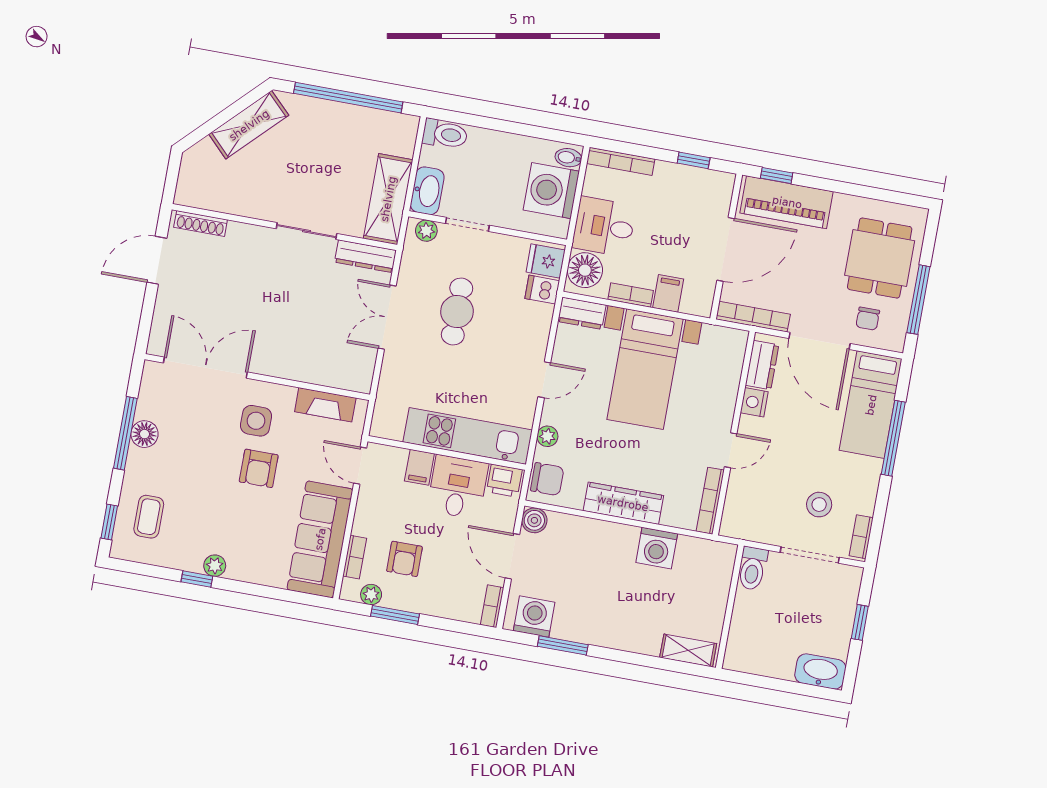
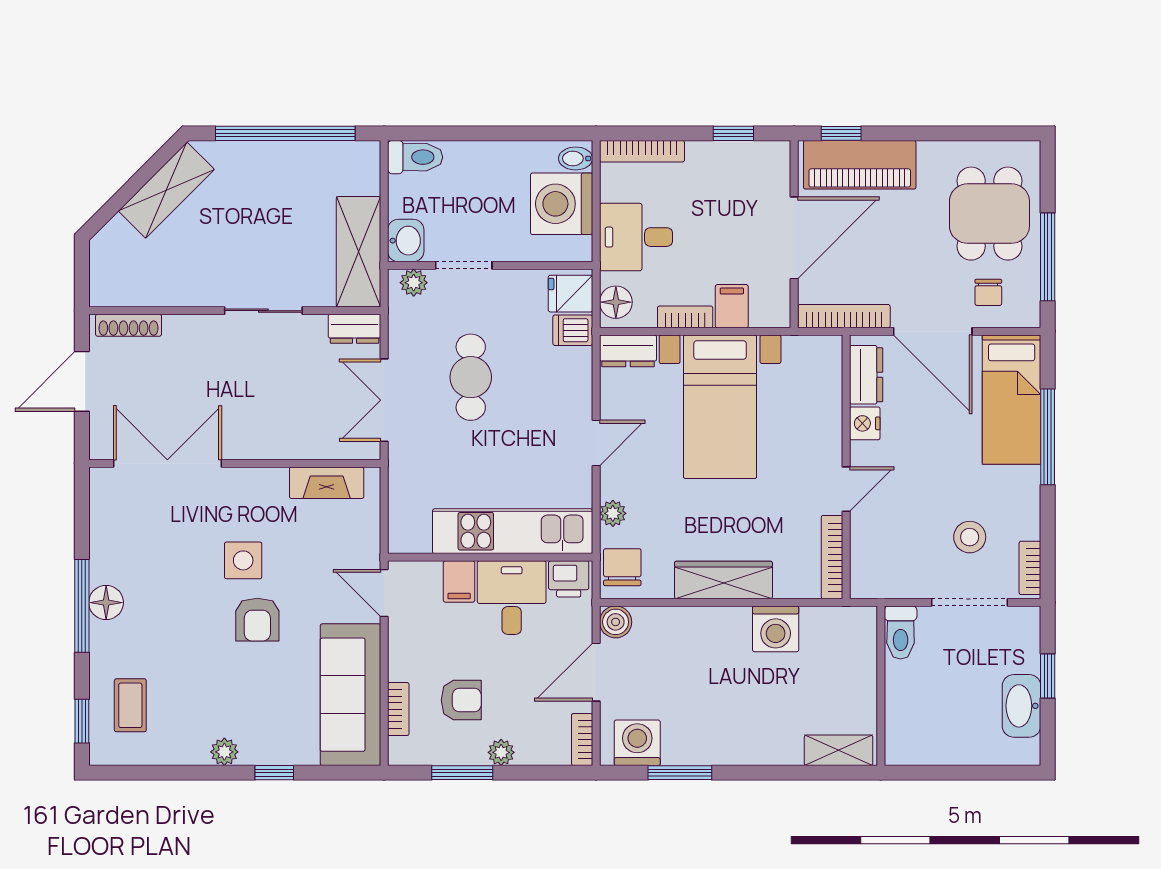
washbasin: (427, 191) -> (406, 241), width x0.72
dresser: (365, 256) -> (355, 329), width x0.70
floor lamp: (585, 270) -> (616, 302), width x0.73, depth x0.73
double door: (205, 368) -> (167, 463), moved
wall: (257, 377) -> (235, 463), moved
fireplace: (325, 405) -> (327, 483), moved
chair: (547, 479) -> (622, 567), turned -90
door: (512, 556) -> (596, 672), hinge flipped
armchair: (404, 559) -> (461, 700), turned -90
window: (197, 579) -> (274, 773), moved
plant: (371, 595) -> (501, 752), moved
washbasin: (820, 671) -> (1022, 706), moved, turned -90

